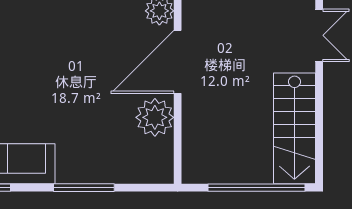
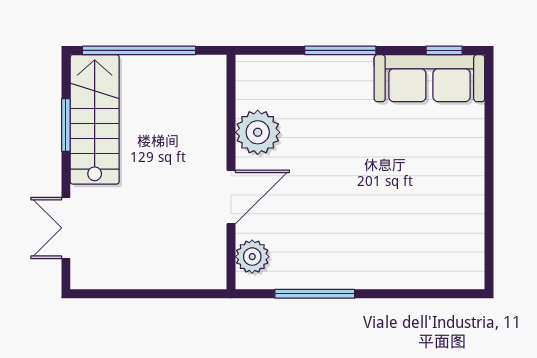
door: (178, 62) -> (231, 197), width x0.73
window: (319, 124) -> (66, 125), added

